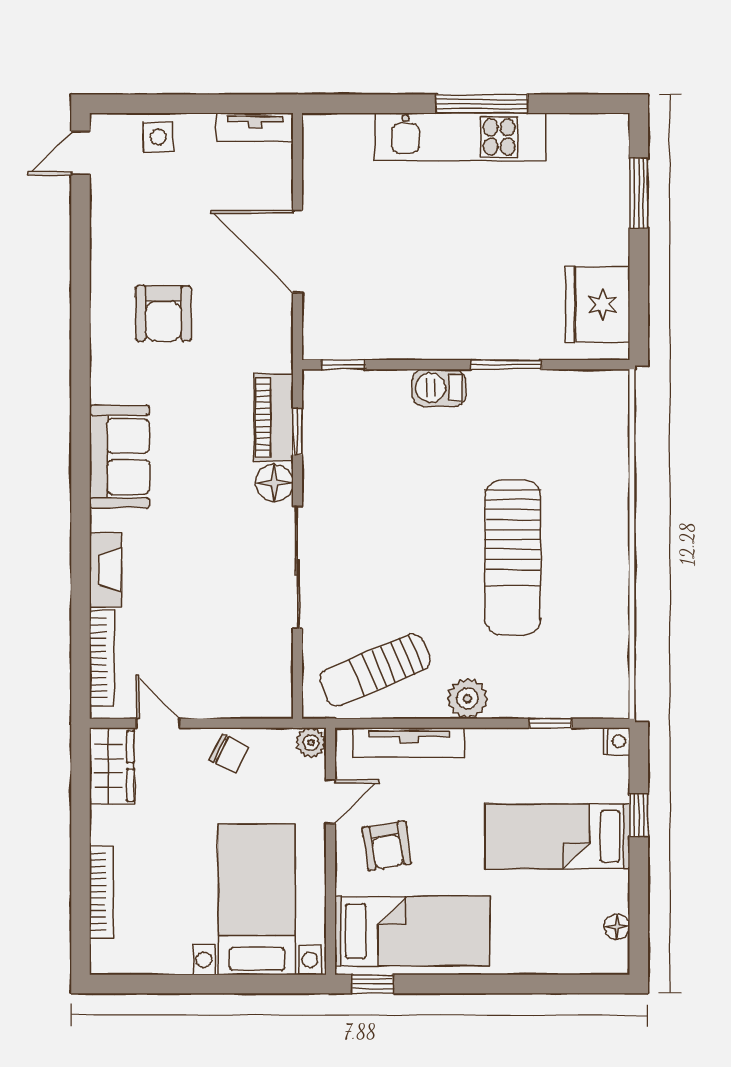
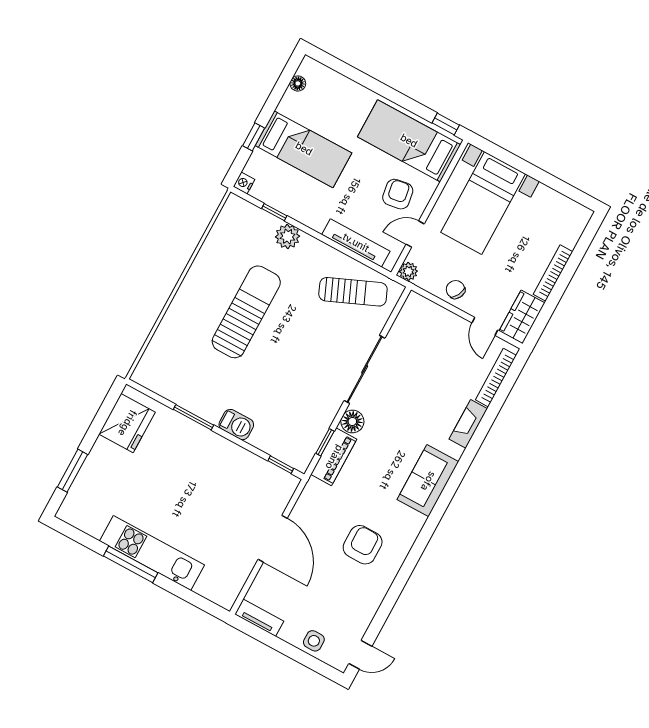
plant: (468, 698) -> (288, 236), moved
bookcase: (102, 892) -> (553, 273), moved

